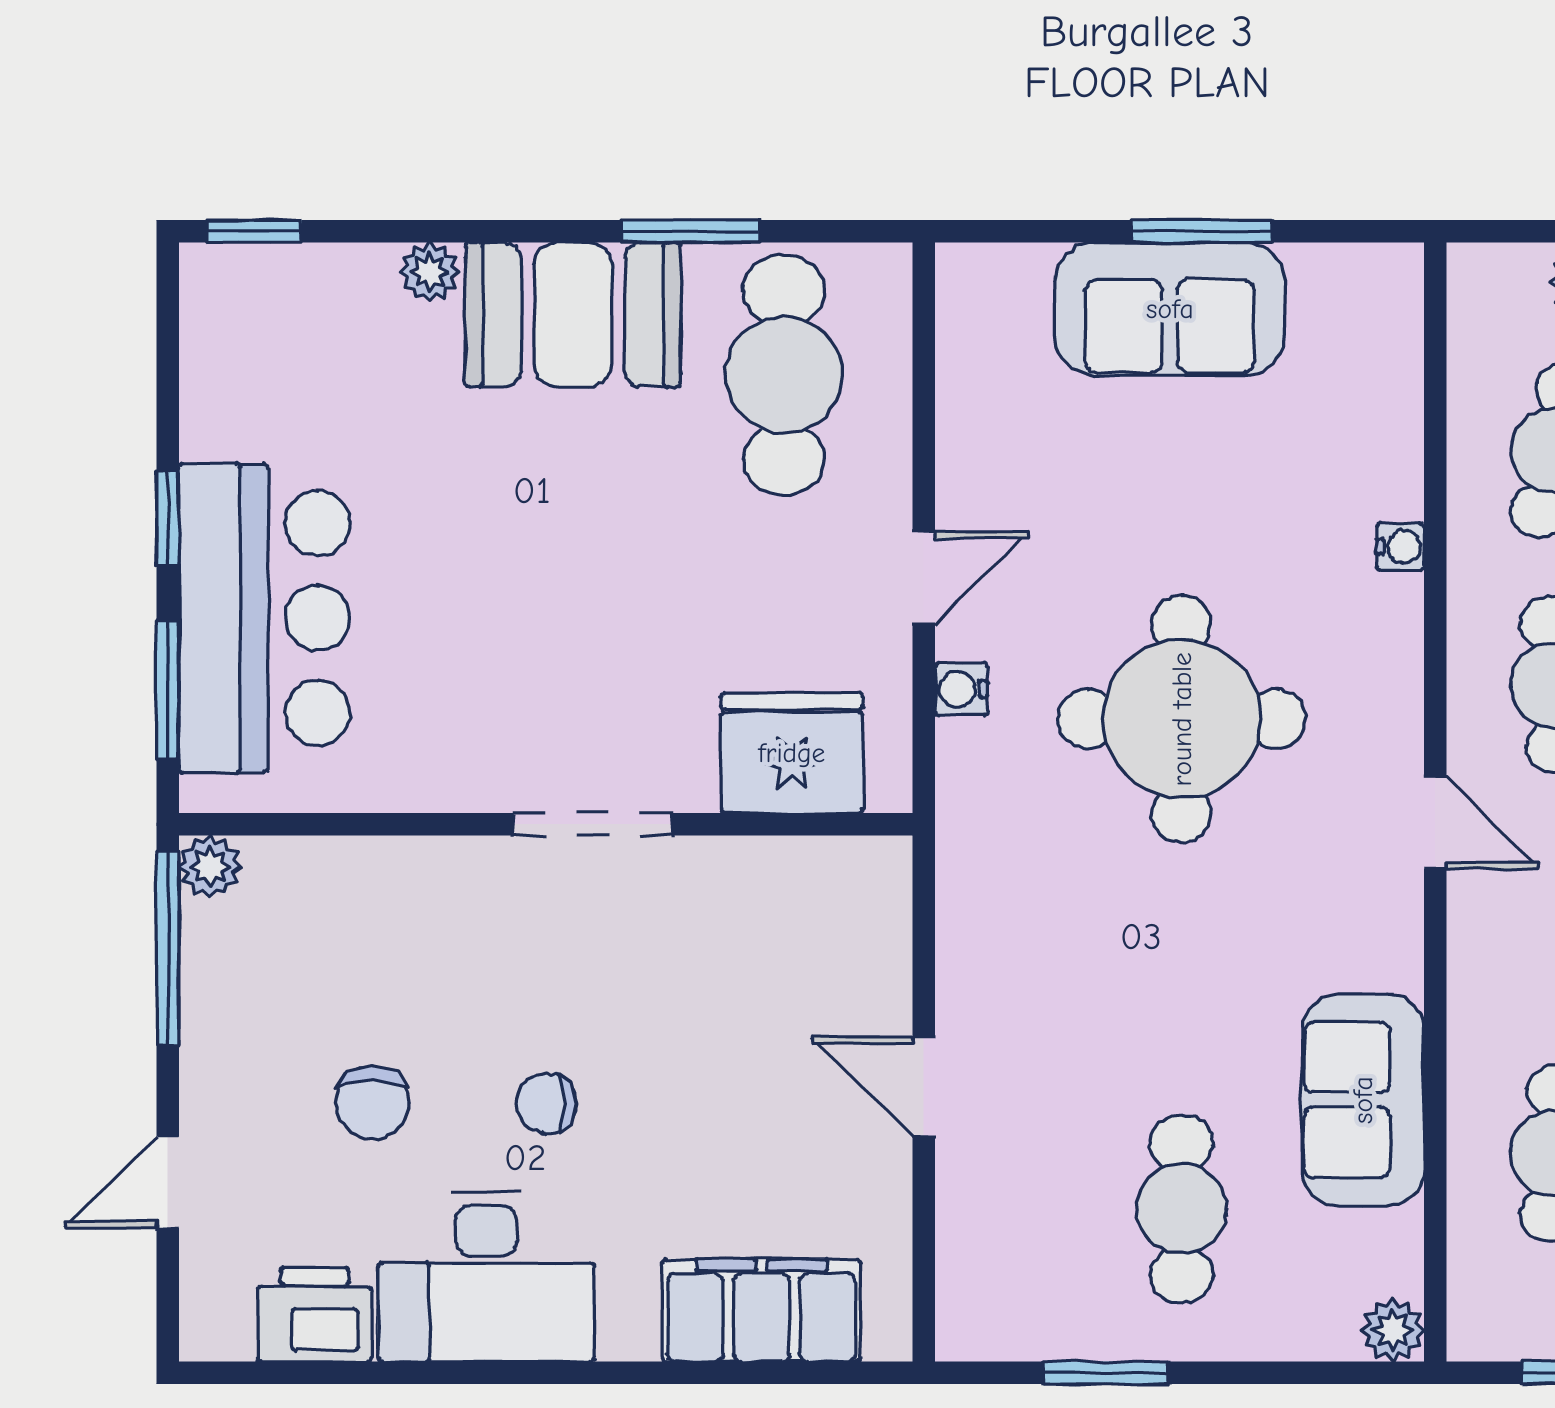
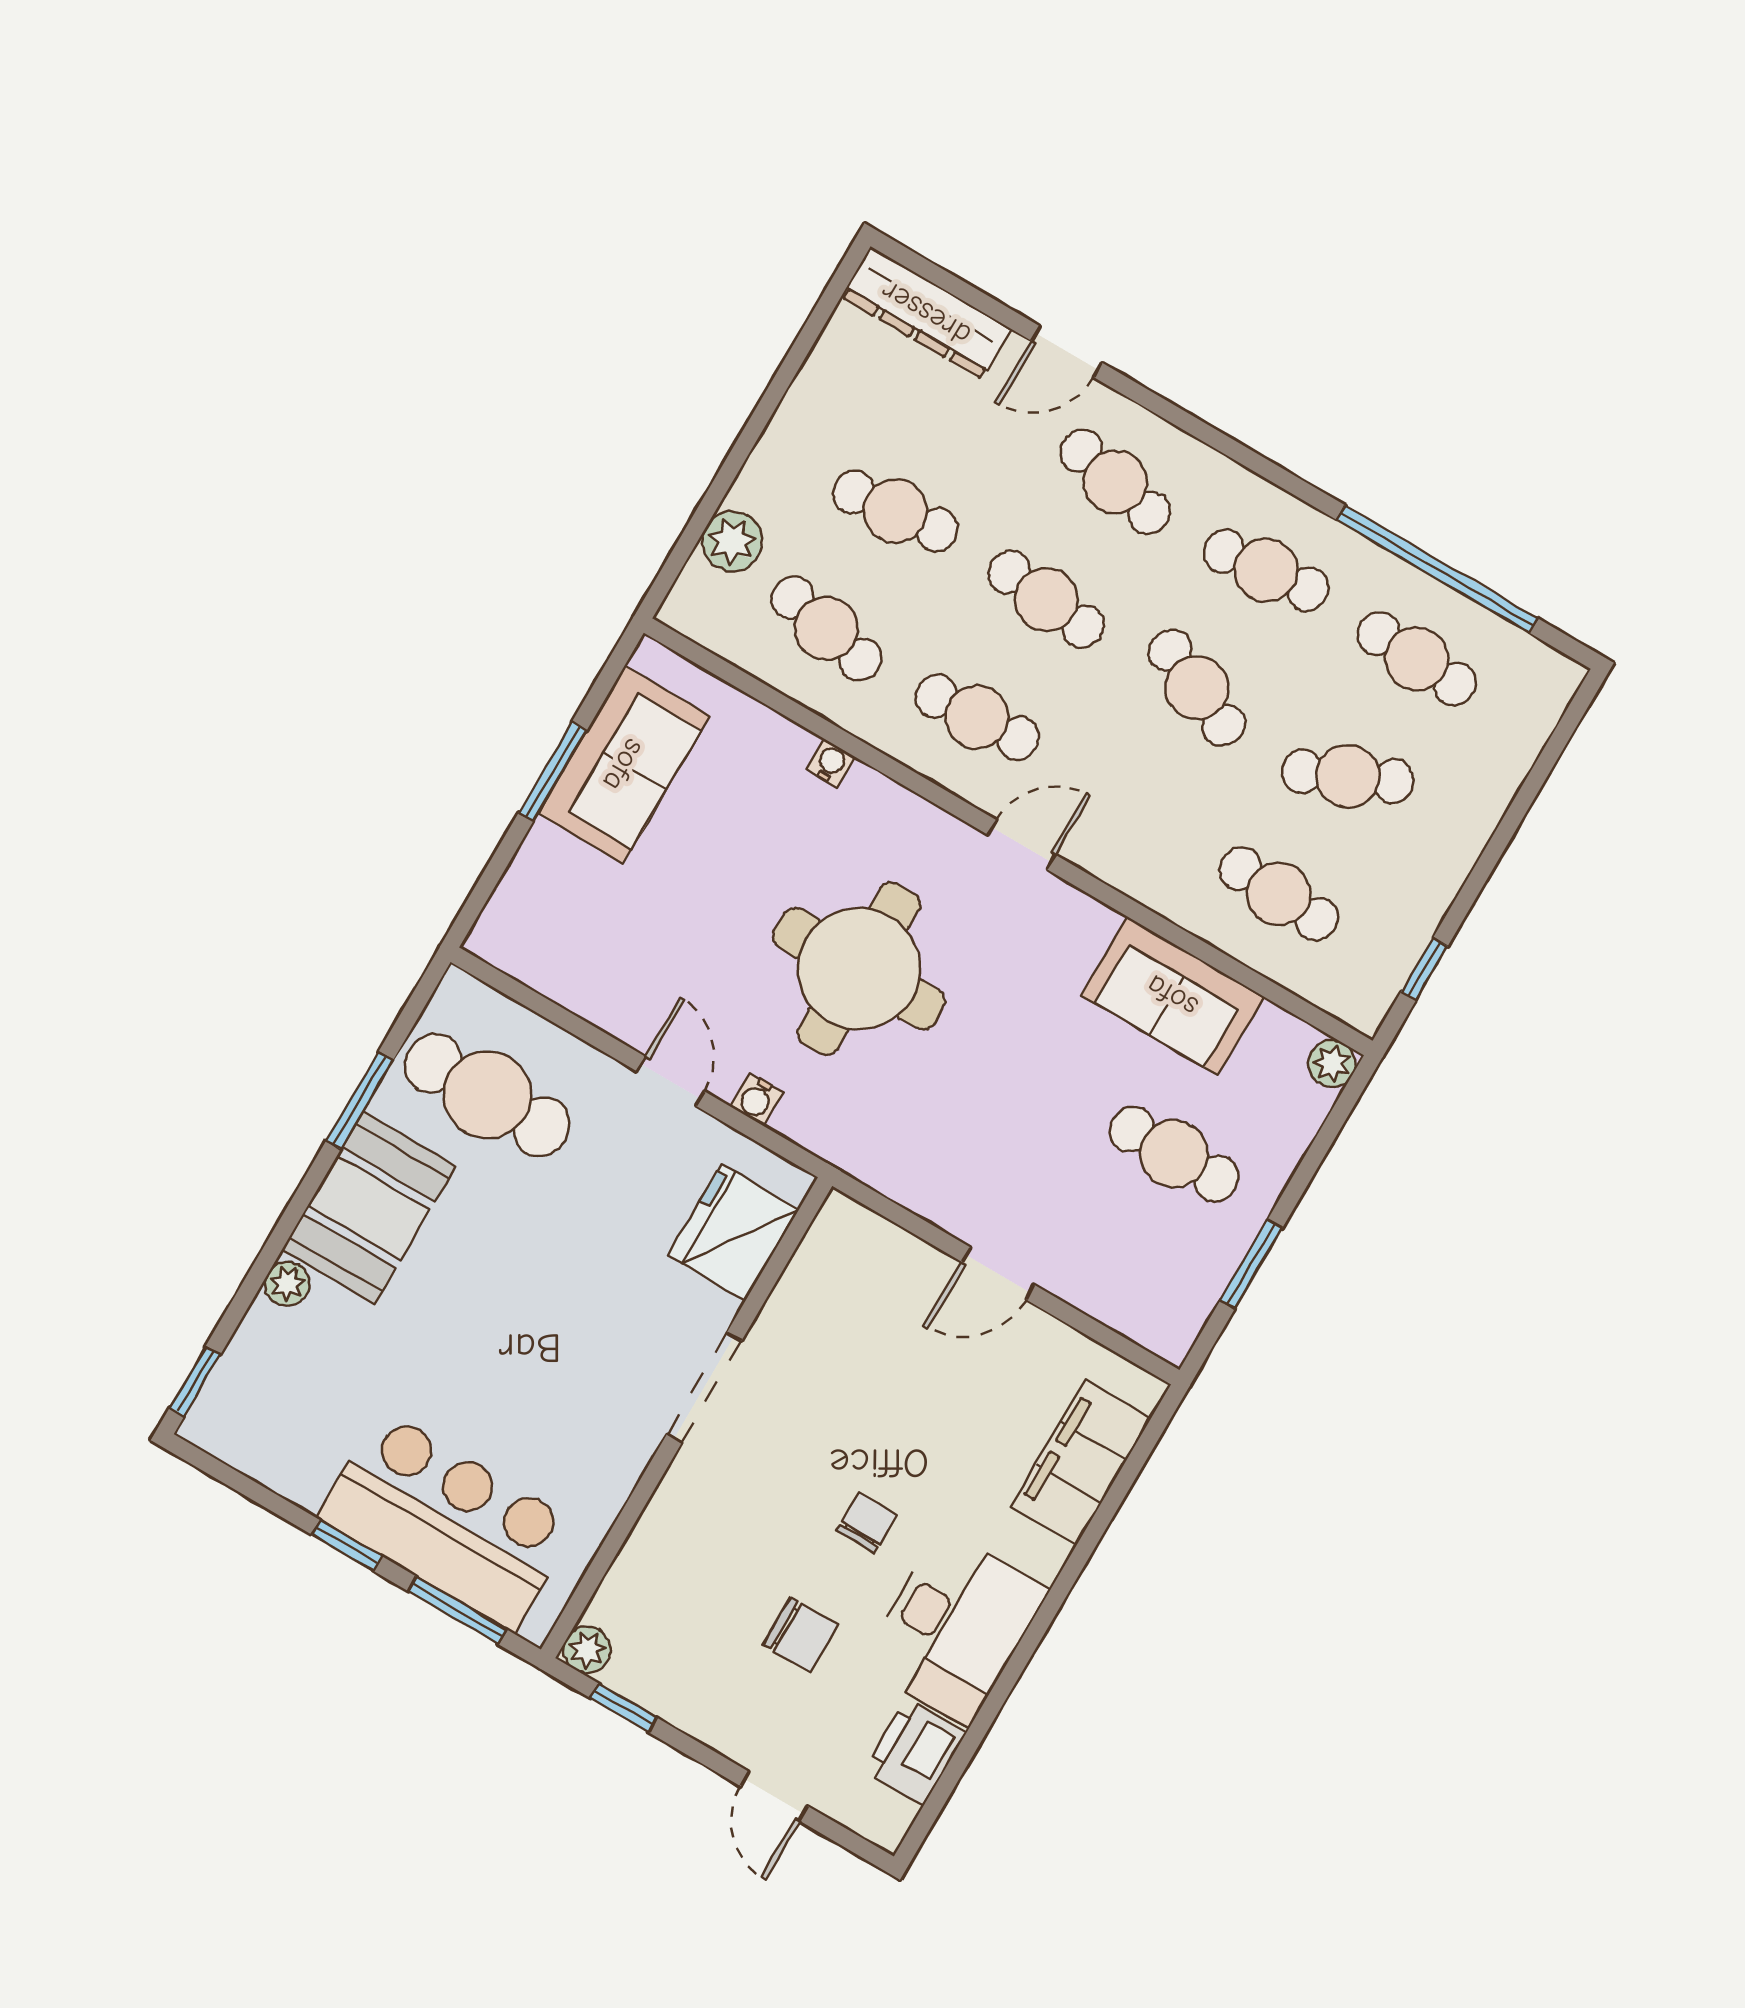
sofa: (1170, 309) -> (624, 765), moved
window: (168, 948) -> (624, 1708), width x0.46
chair: (547, 1104) -> (867, 1523), turned 180

